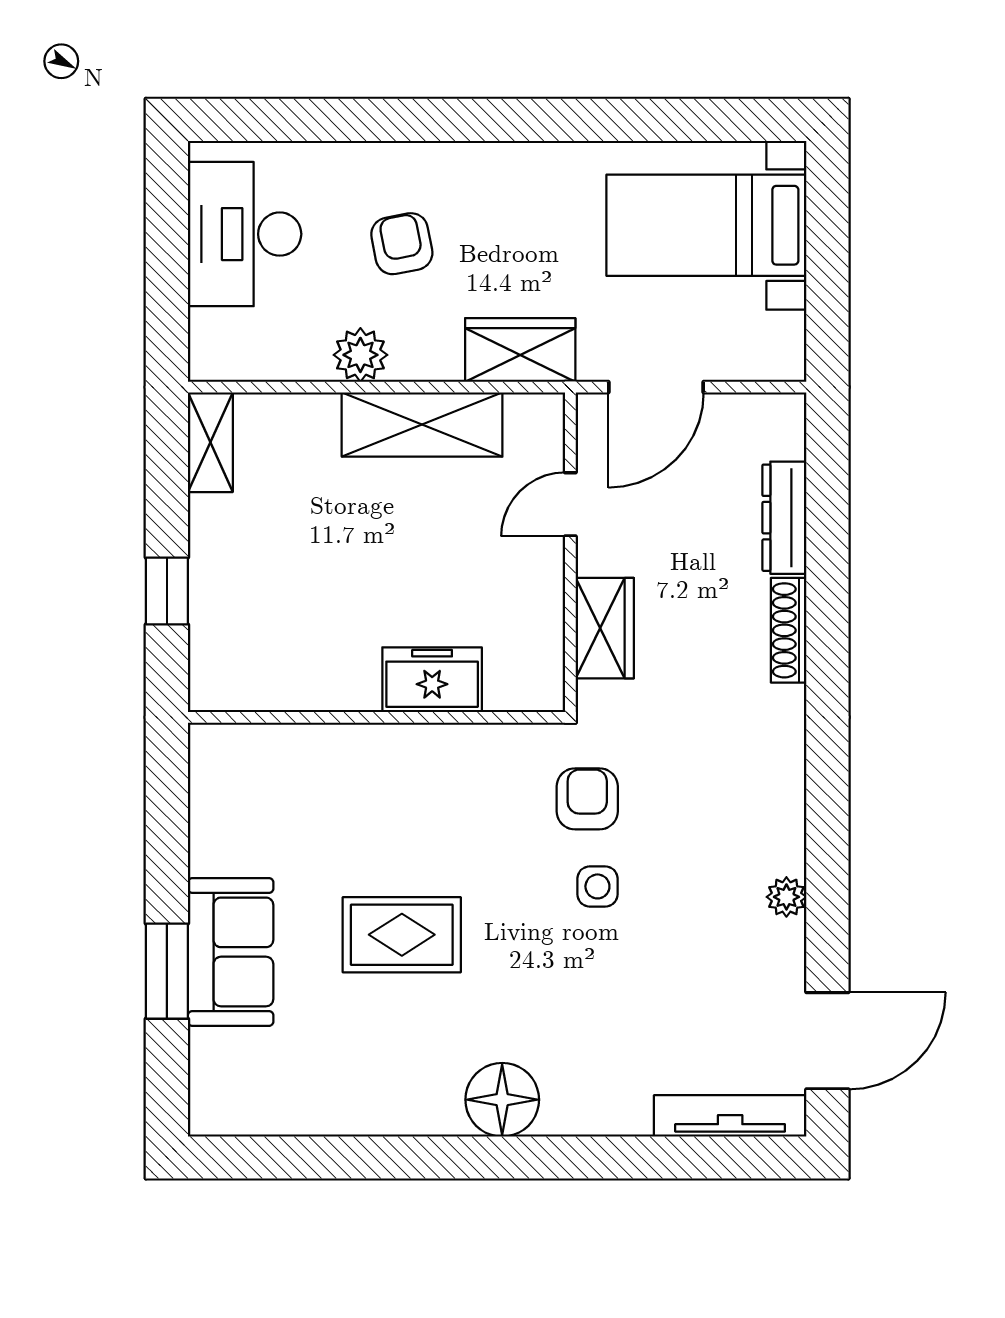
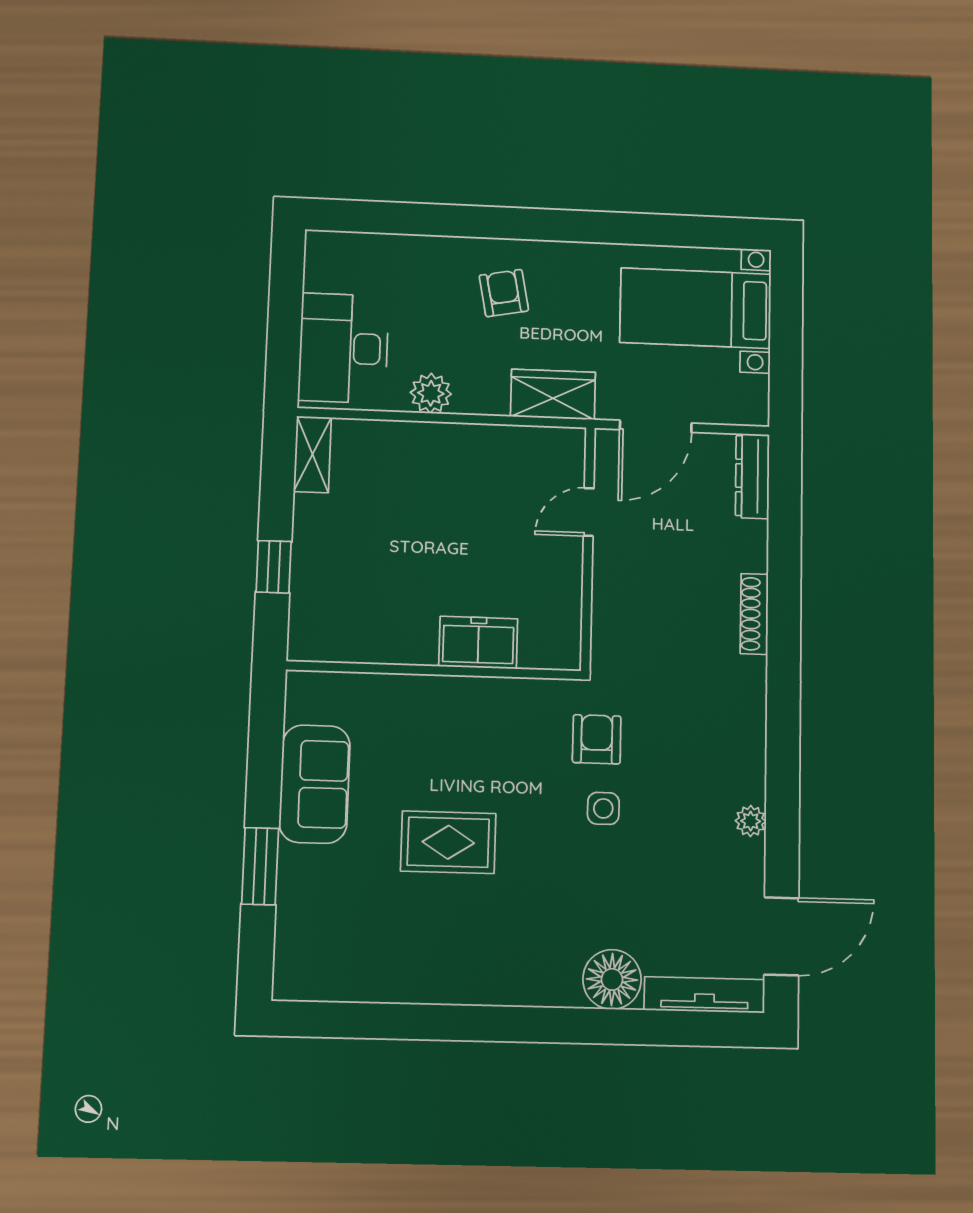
desk: (245, 234) -> (343, 348), moved
armchair: (402, 244) -> (504, 293), moved
shelving: (422, 424) -> (476, 447), removed
dresser: (784, 518) -> (752, 476), moved
wardrobe: (605, 628) -> (613, 607), removed
sofa: (231, 952) -> (315, 784), moved
floor lamp: (502, 1100) -> (612, 979), moved

